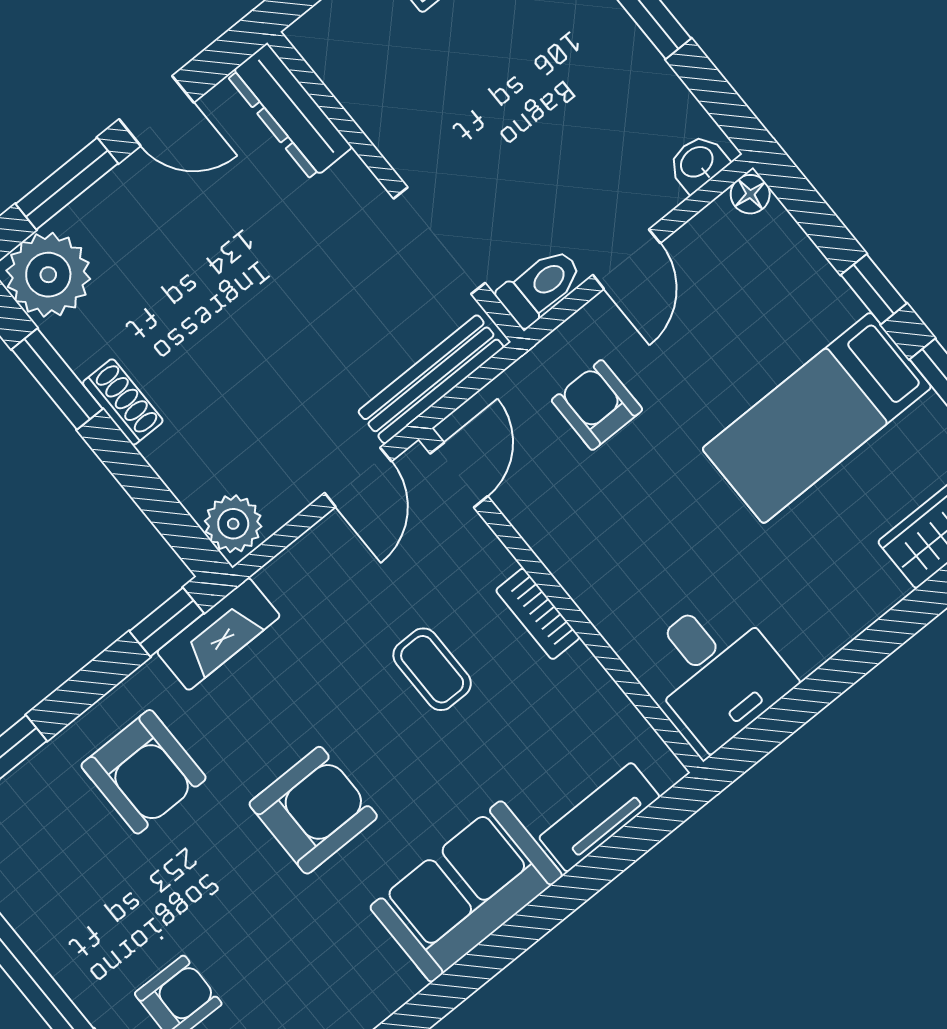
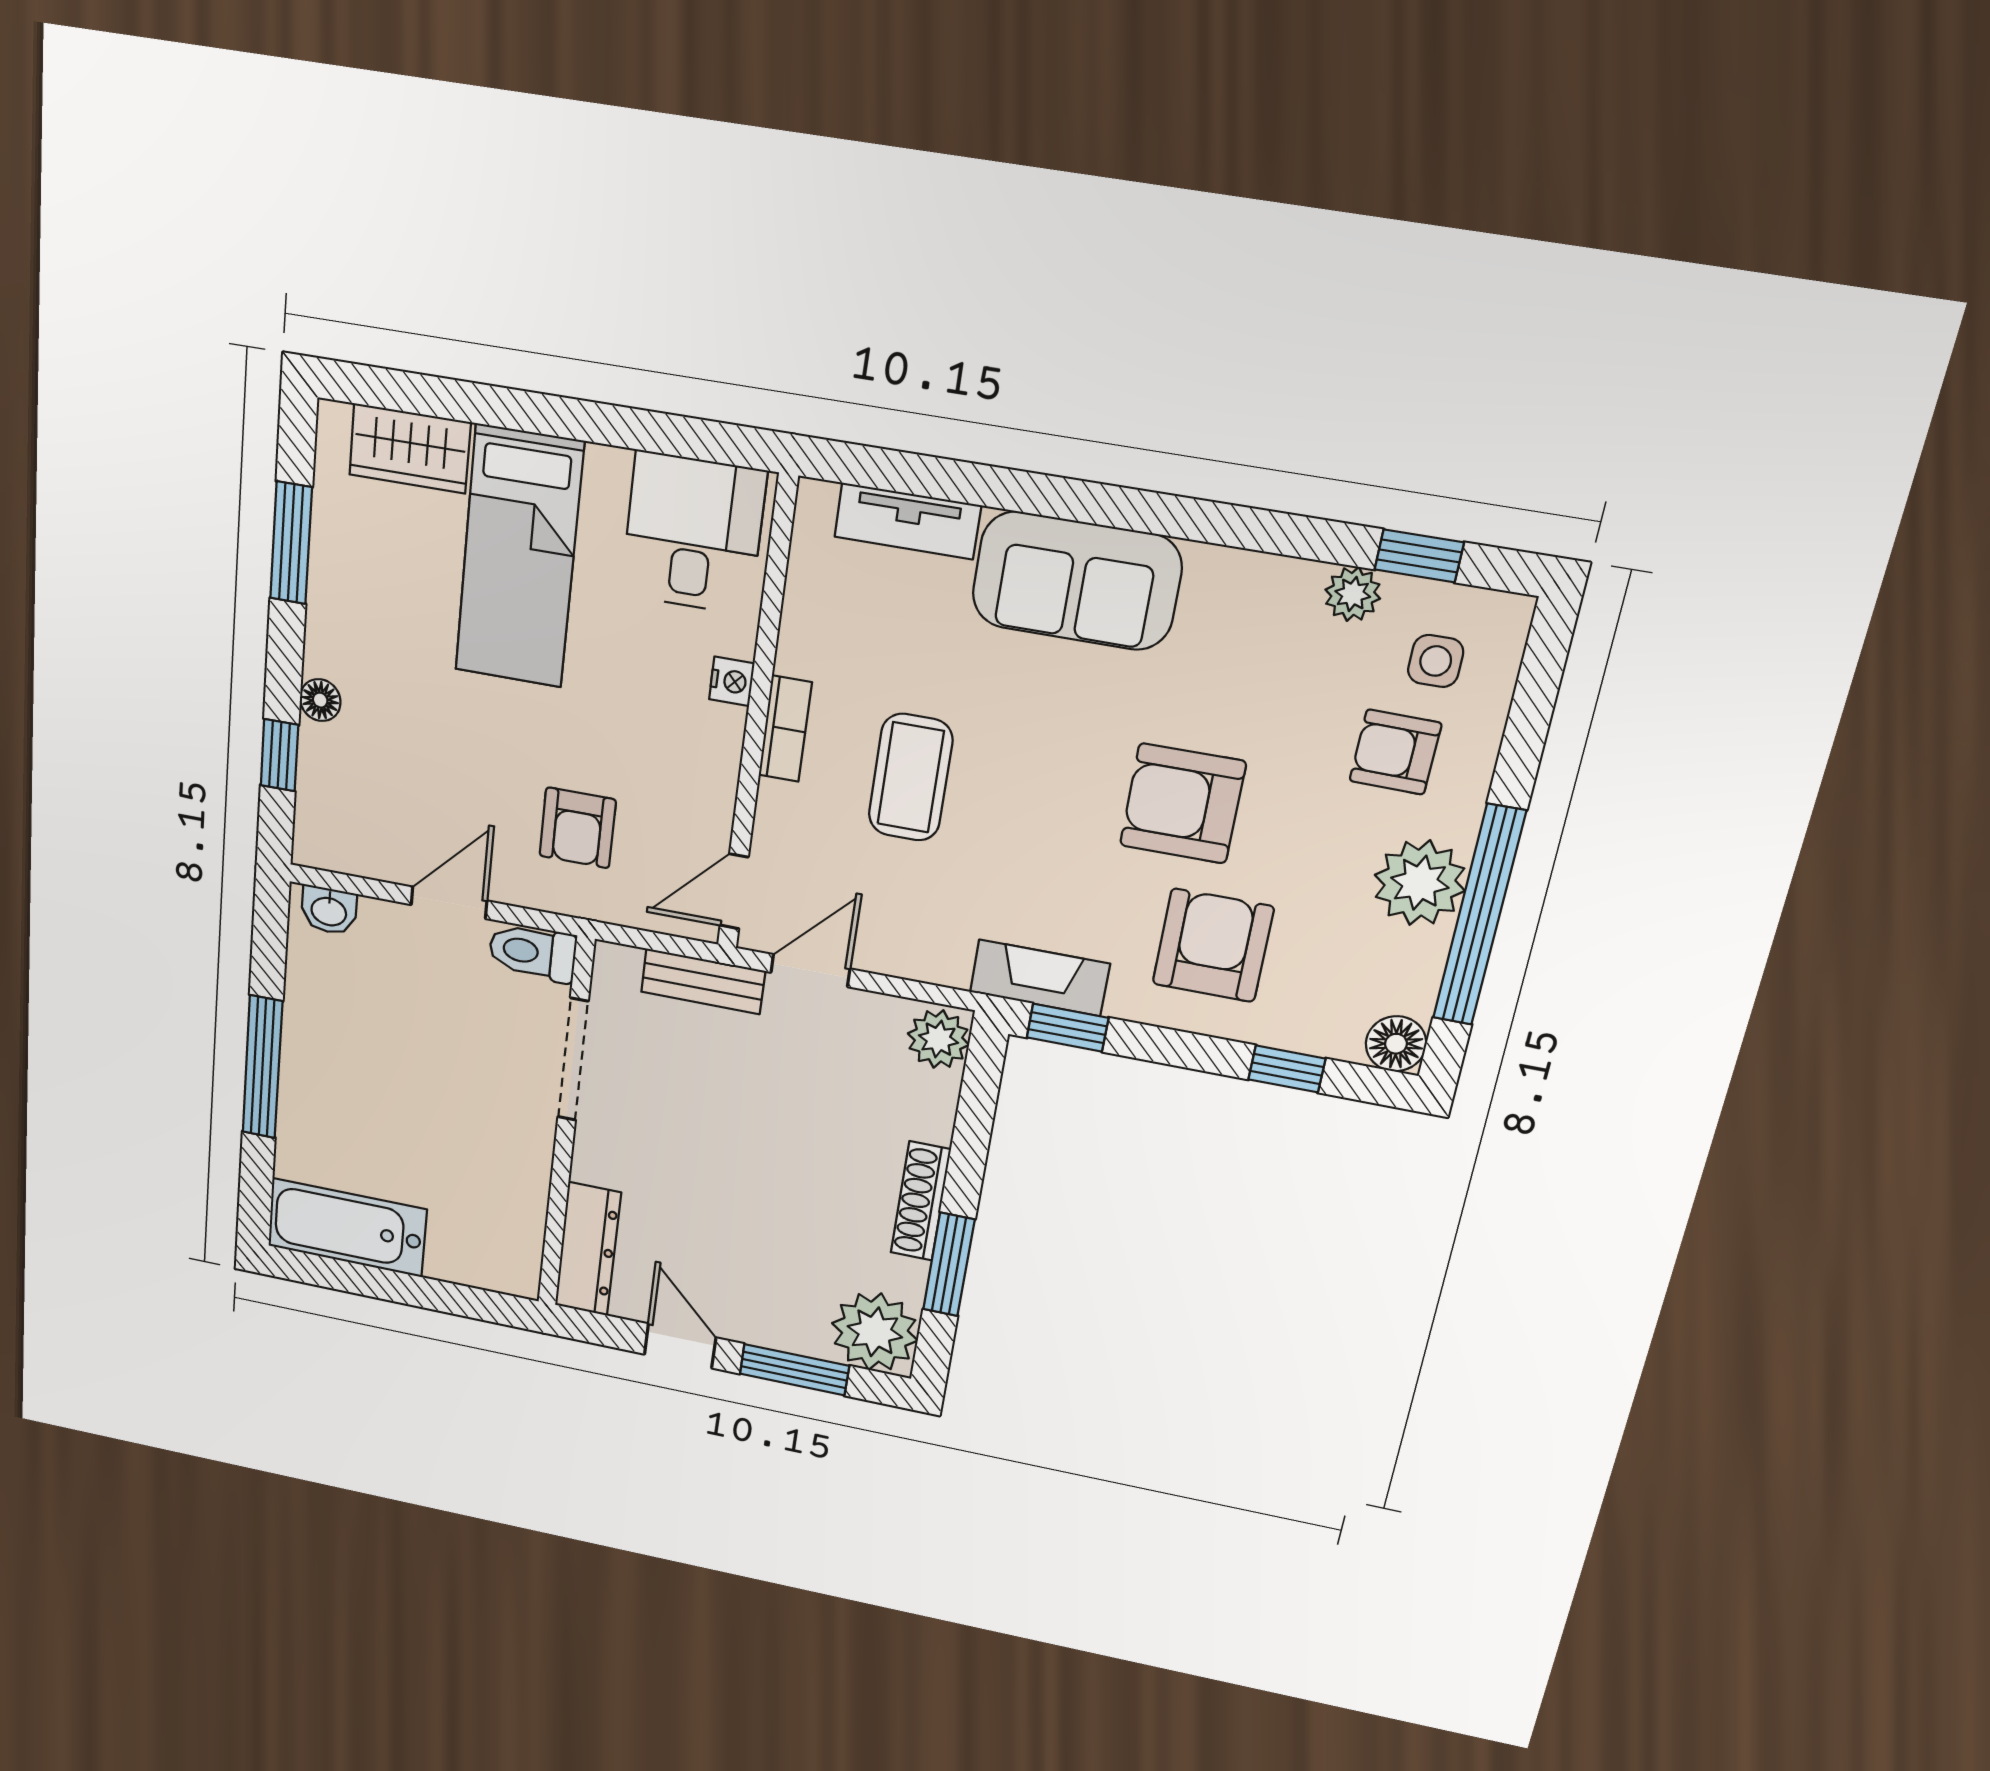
floor lamp: (750, 194) -> (320, 700), moved
window: (874, 289) -> (279, 755), moved
bench: (431, 379) -> (703, 981), width x0.73
shoe rack: (123, 402) -> (921, 1201), width x1.43
bed: (817, 418) -> (519, 557), moved, turned 90
nightstand: (600, 607) -> (732, 681), added
coffee table: (432, 669) -> (911, 777), width x1.36, depth x1.30
armchair: (313, 810) -> (1183, 804), moved
plant: (74, 943) -> (1420, 883), added

